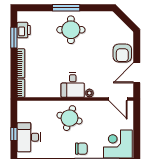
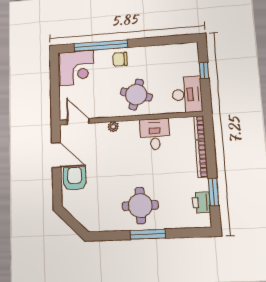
door: (137, 73) -> (56, 155), hinge flipped
desk: (73, 85) -> (155, 134), moved
desk: (29, 137) -> (187, 94), moved

